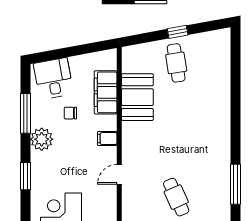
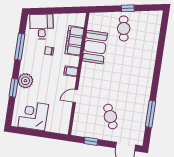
plant: (42, 139) -> (25, 81), moved

